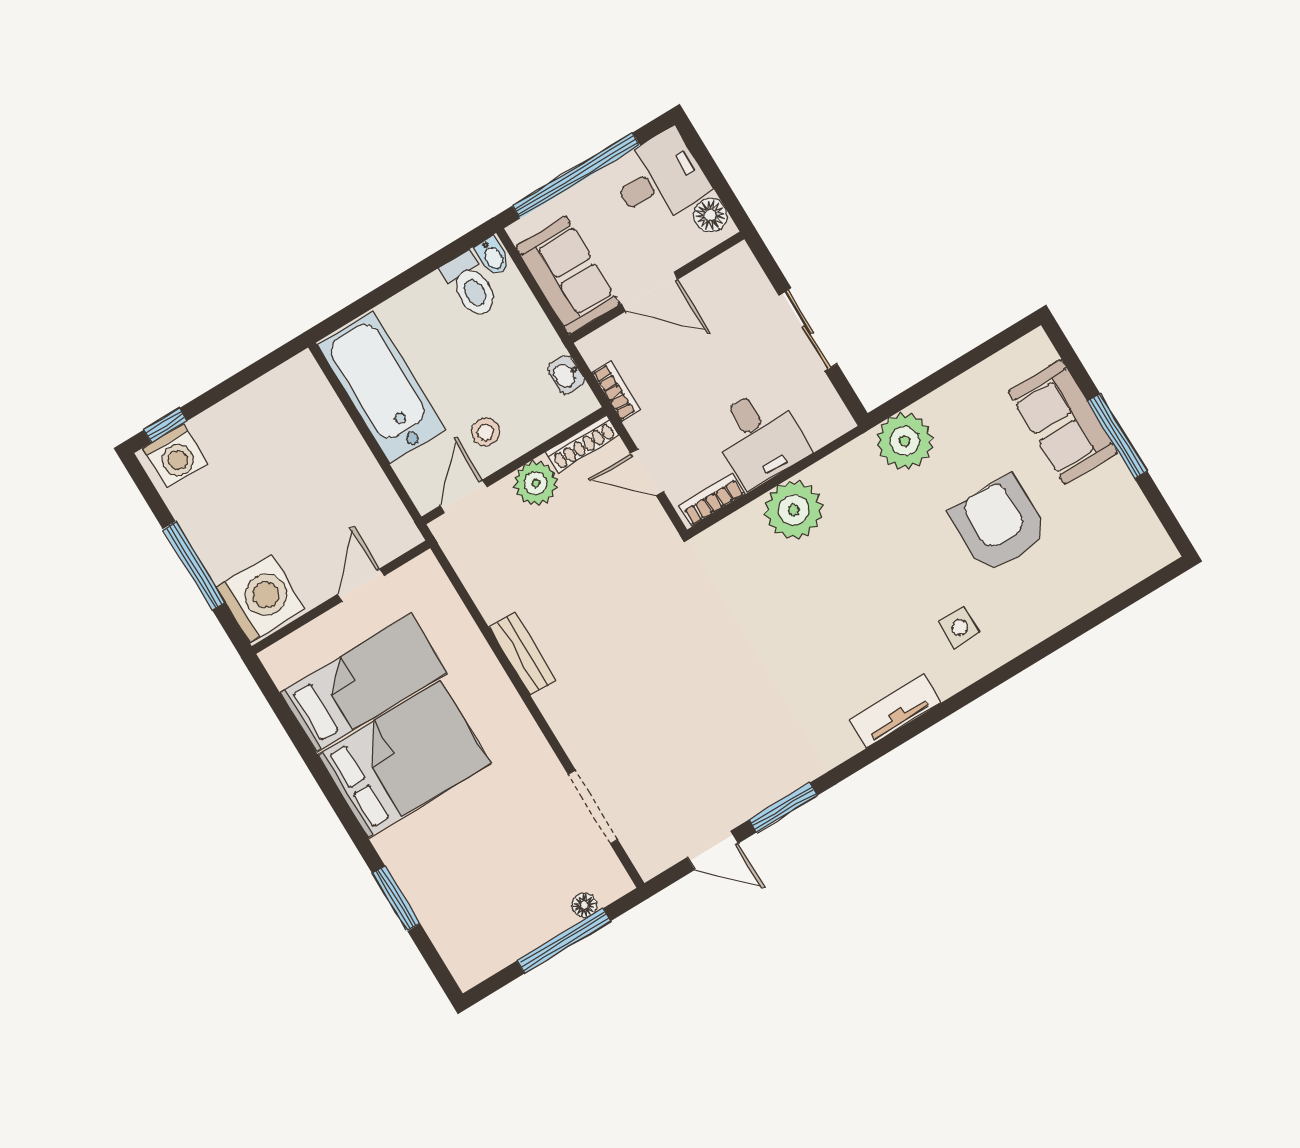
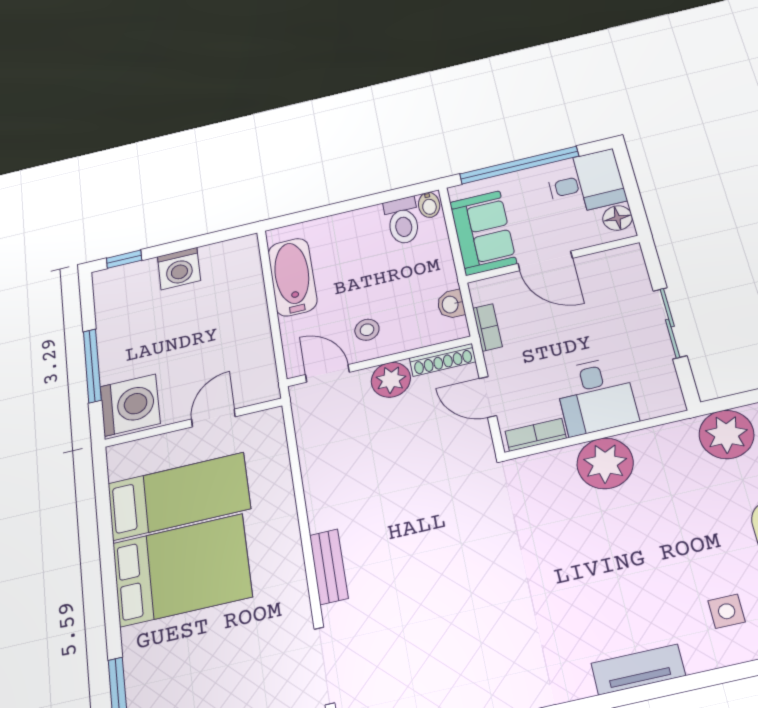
bathtub: (381, 387) -> (292, 277), width x0.73, depth x0.73
washing machine: (175, 456) -> (179, 269), moved
door: (463, 496) -> (327, 373), hinge flipped
bench: (523, 653) -> (329, 567), moved

